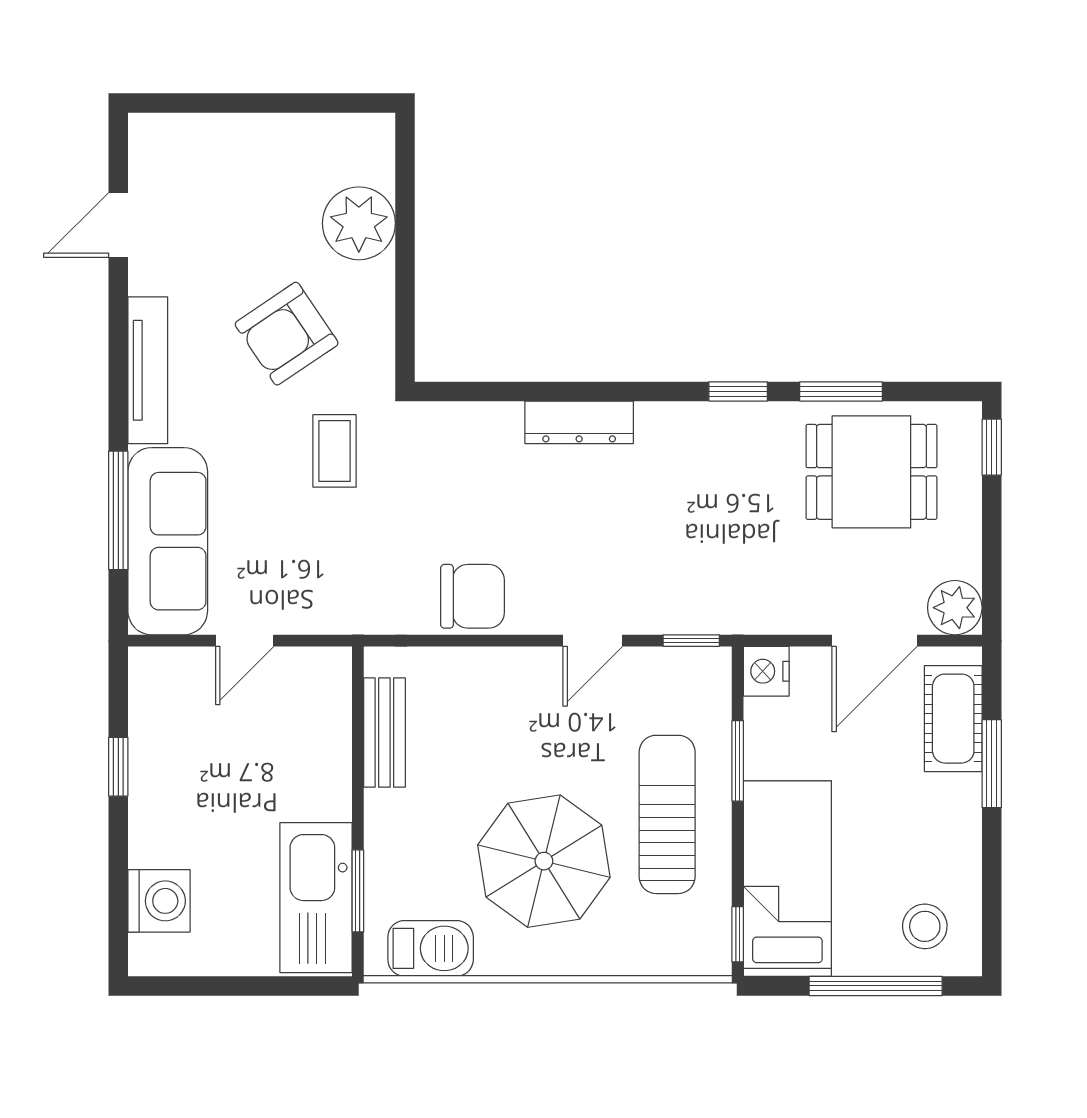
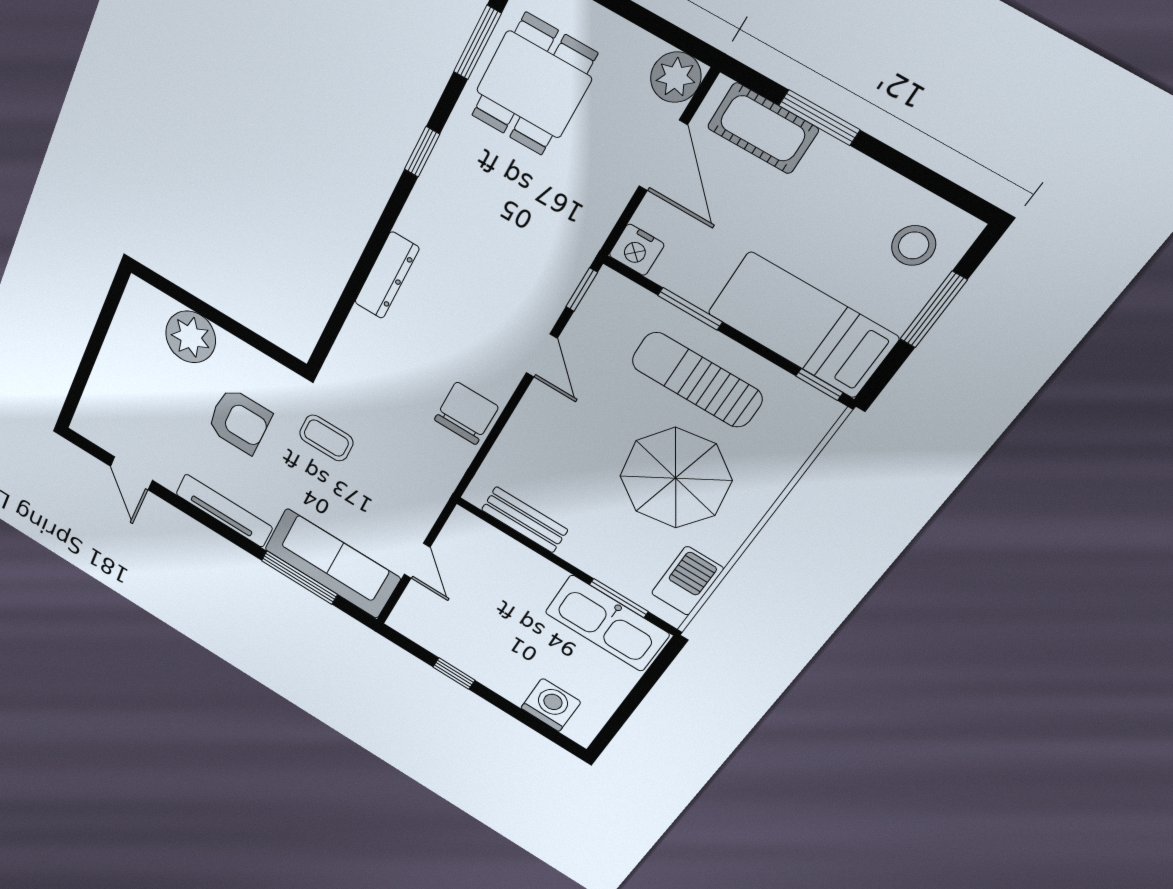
armchair: (287, 334) -> (239, 421), turned -56
window: (841, 391) -> (477, 43), moved
window: (876, 986) -> (933, 310), width x0.69

